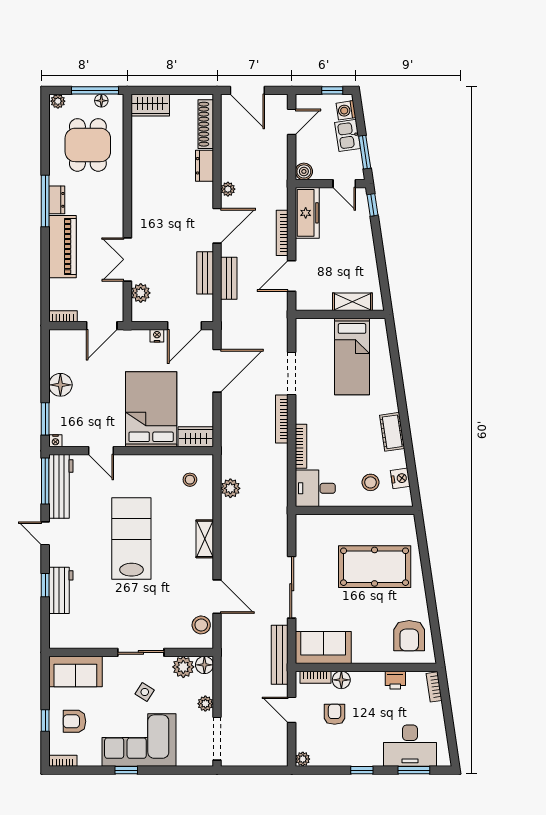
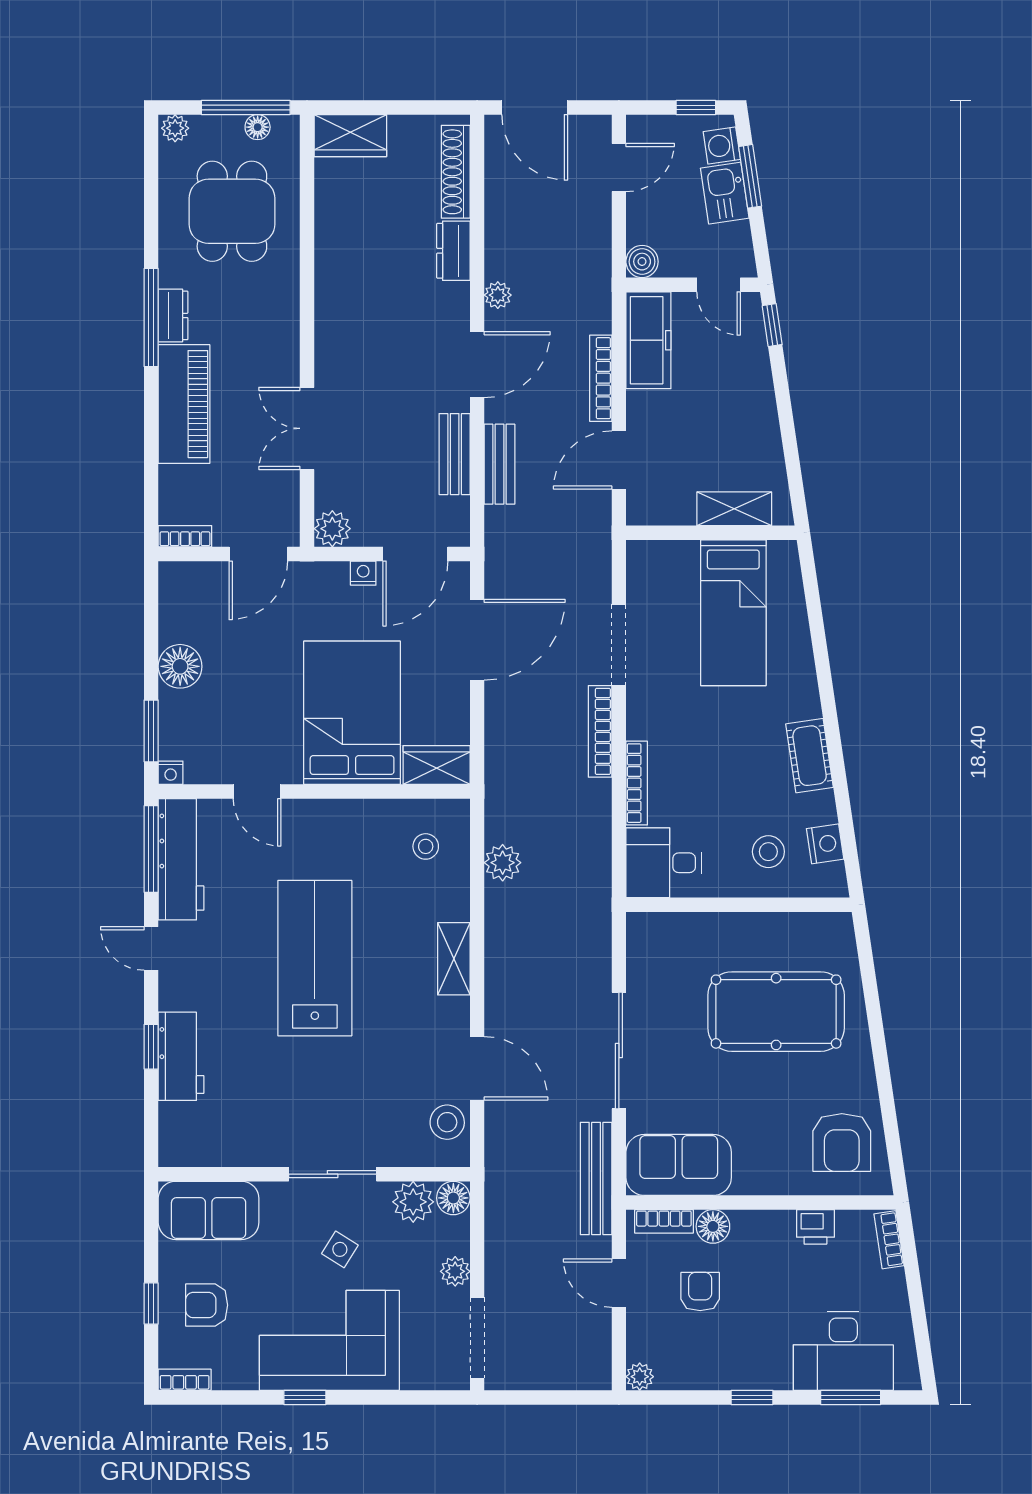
window: (365, 152) -> (750, 176), moved
plant: (141, 293) -> (332, 529), moved

